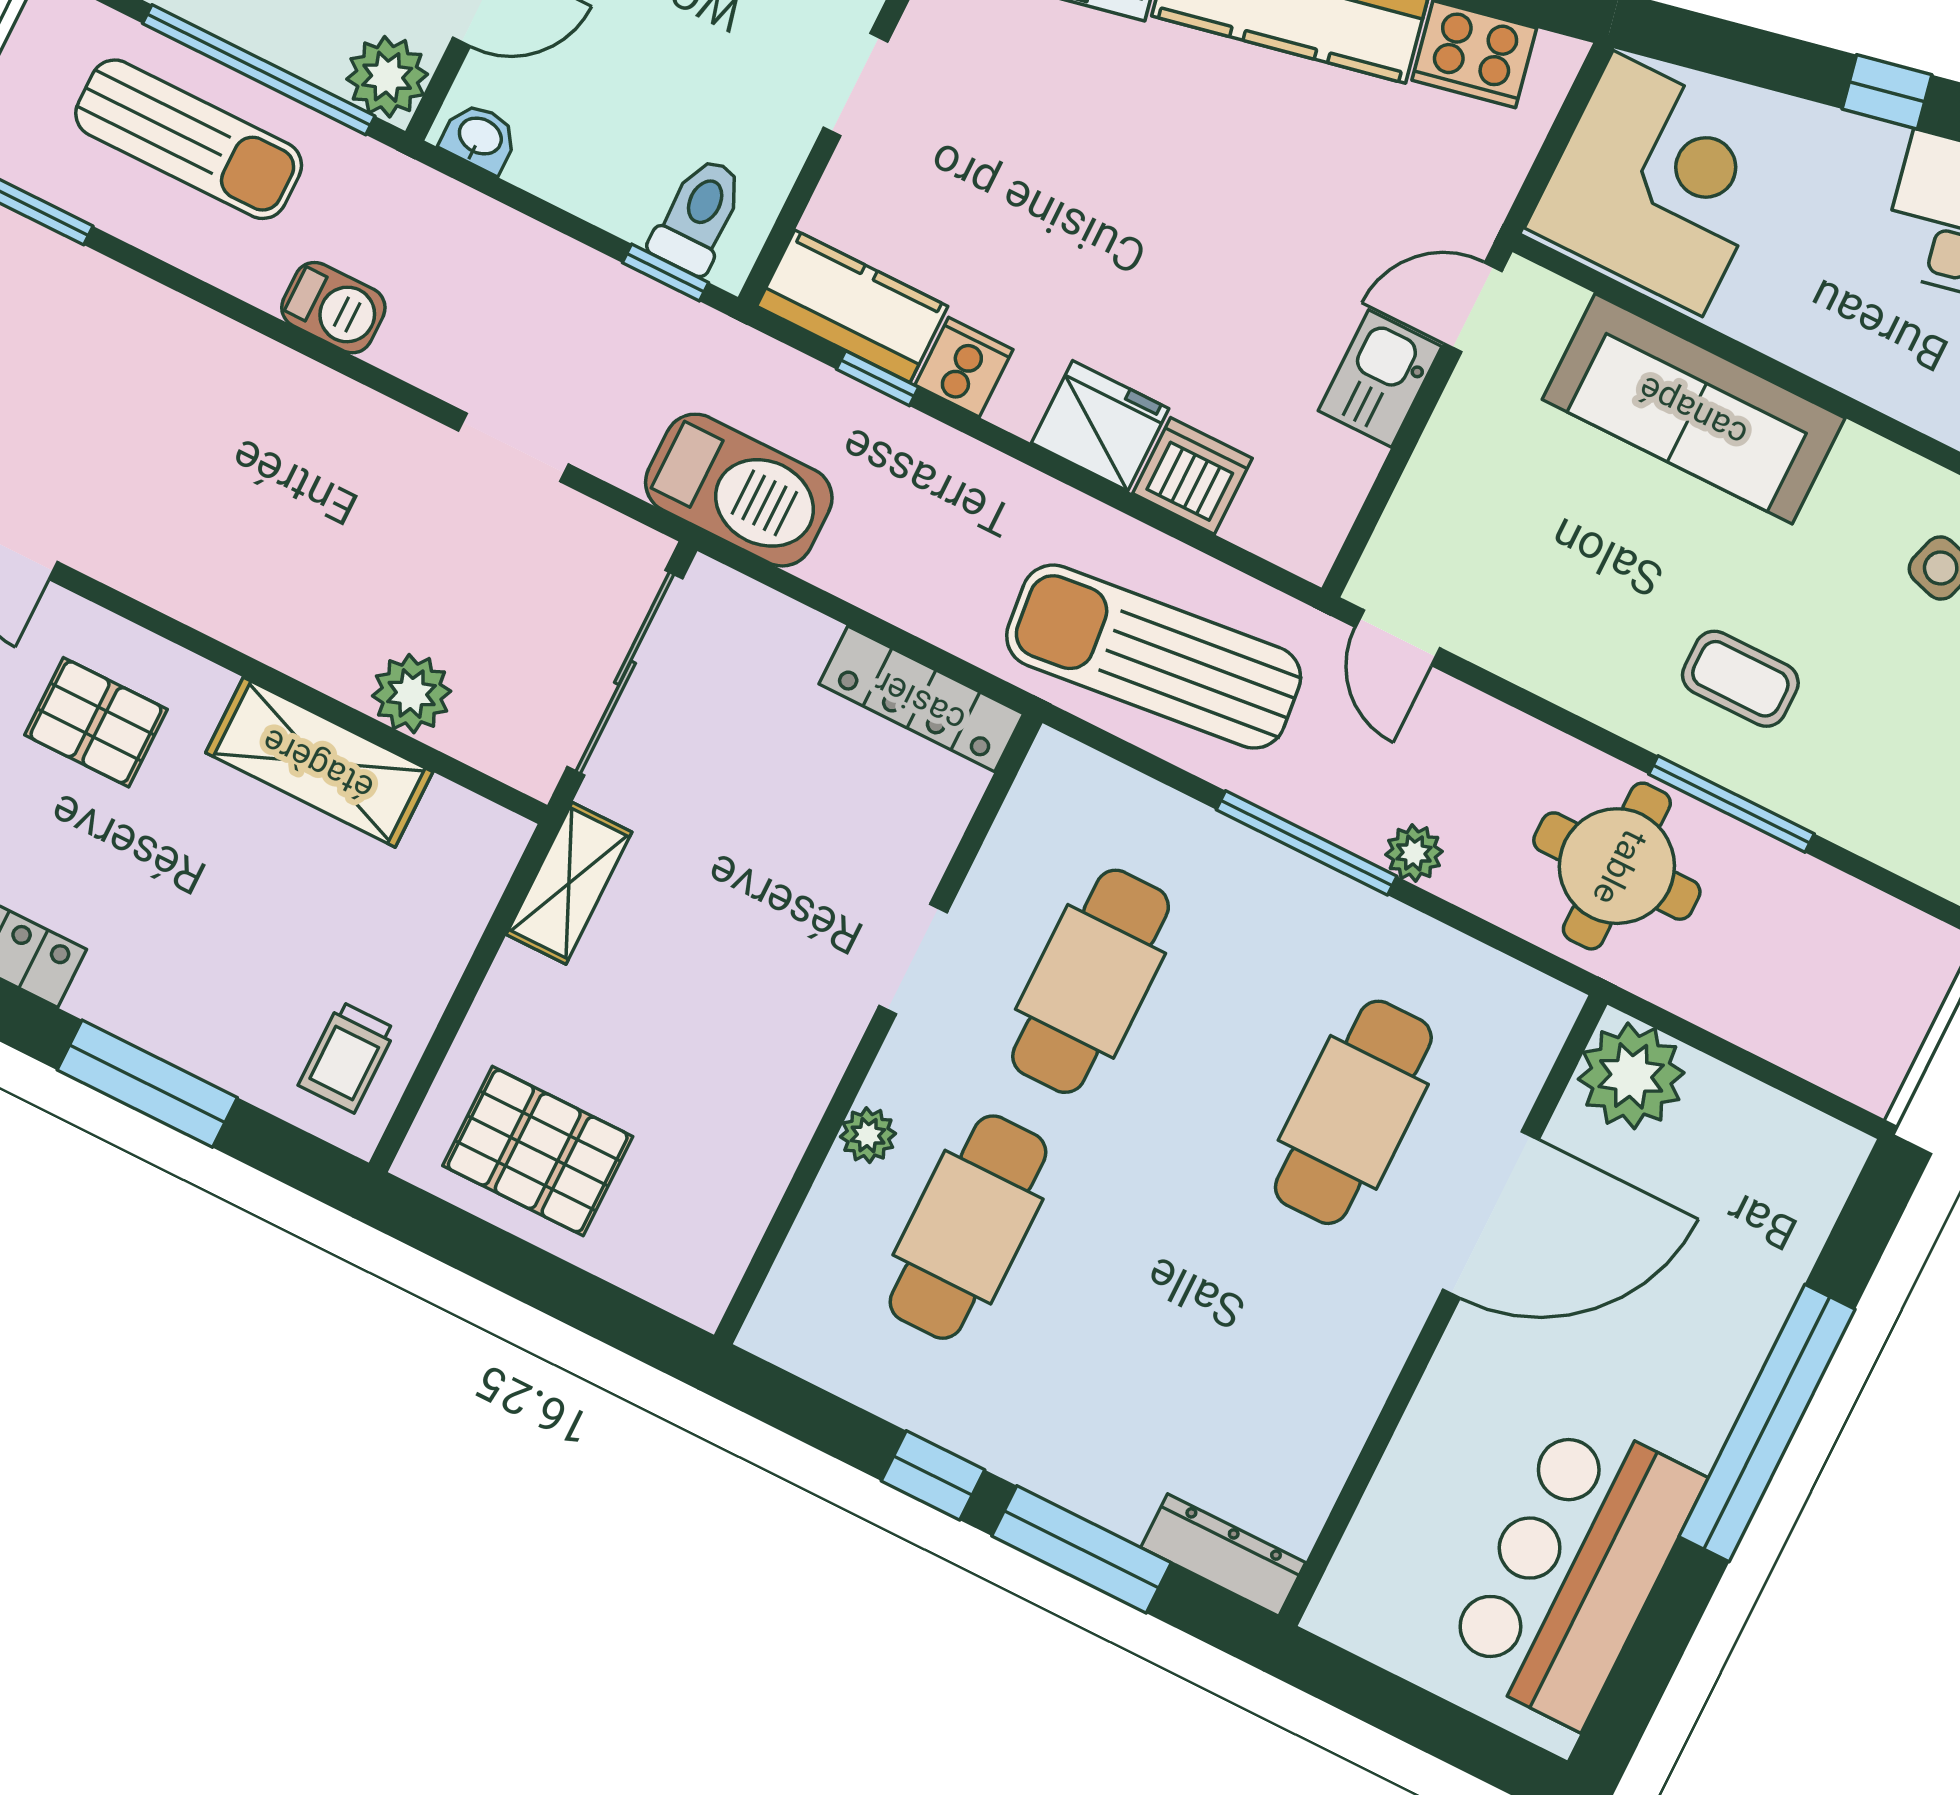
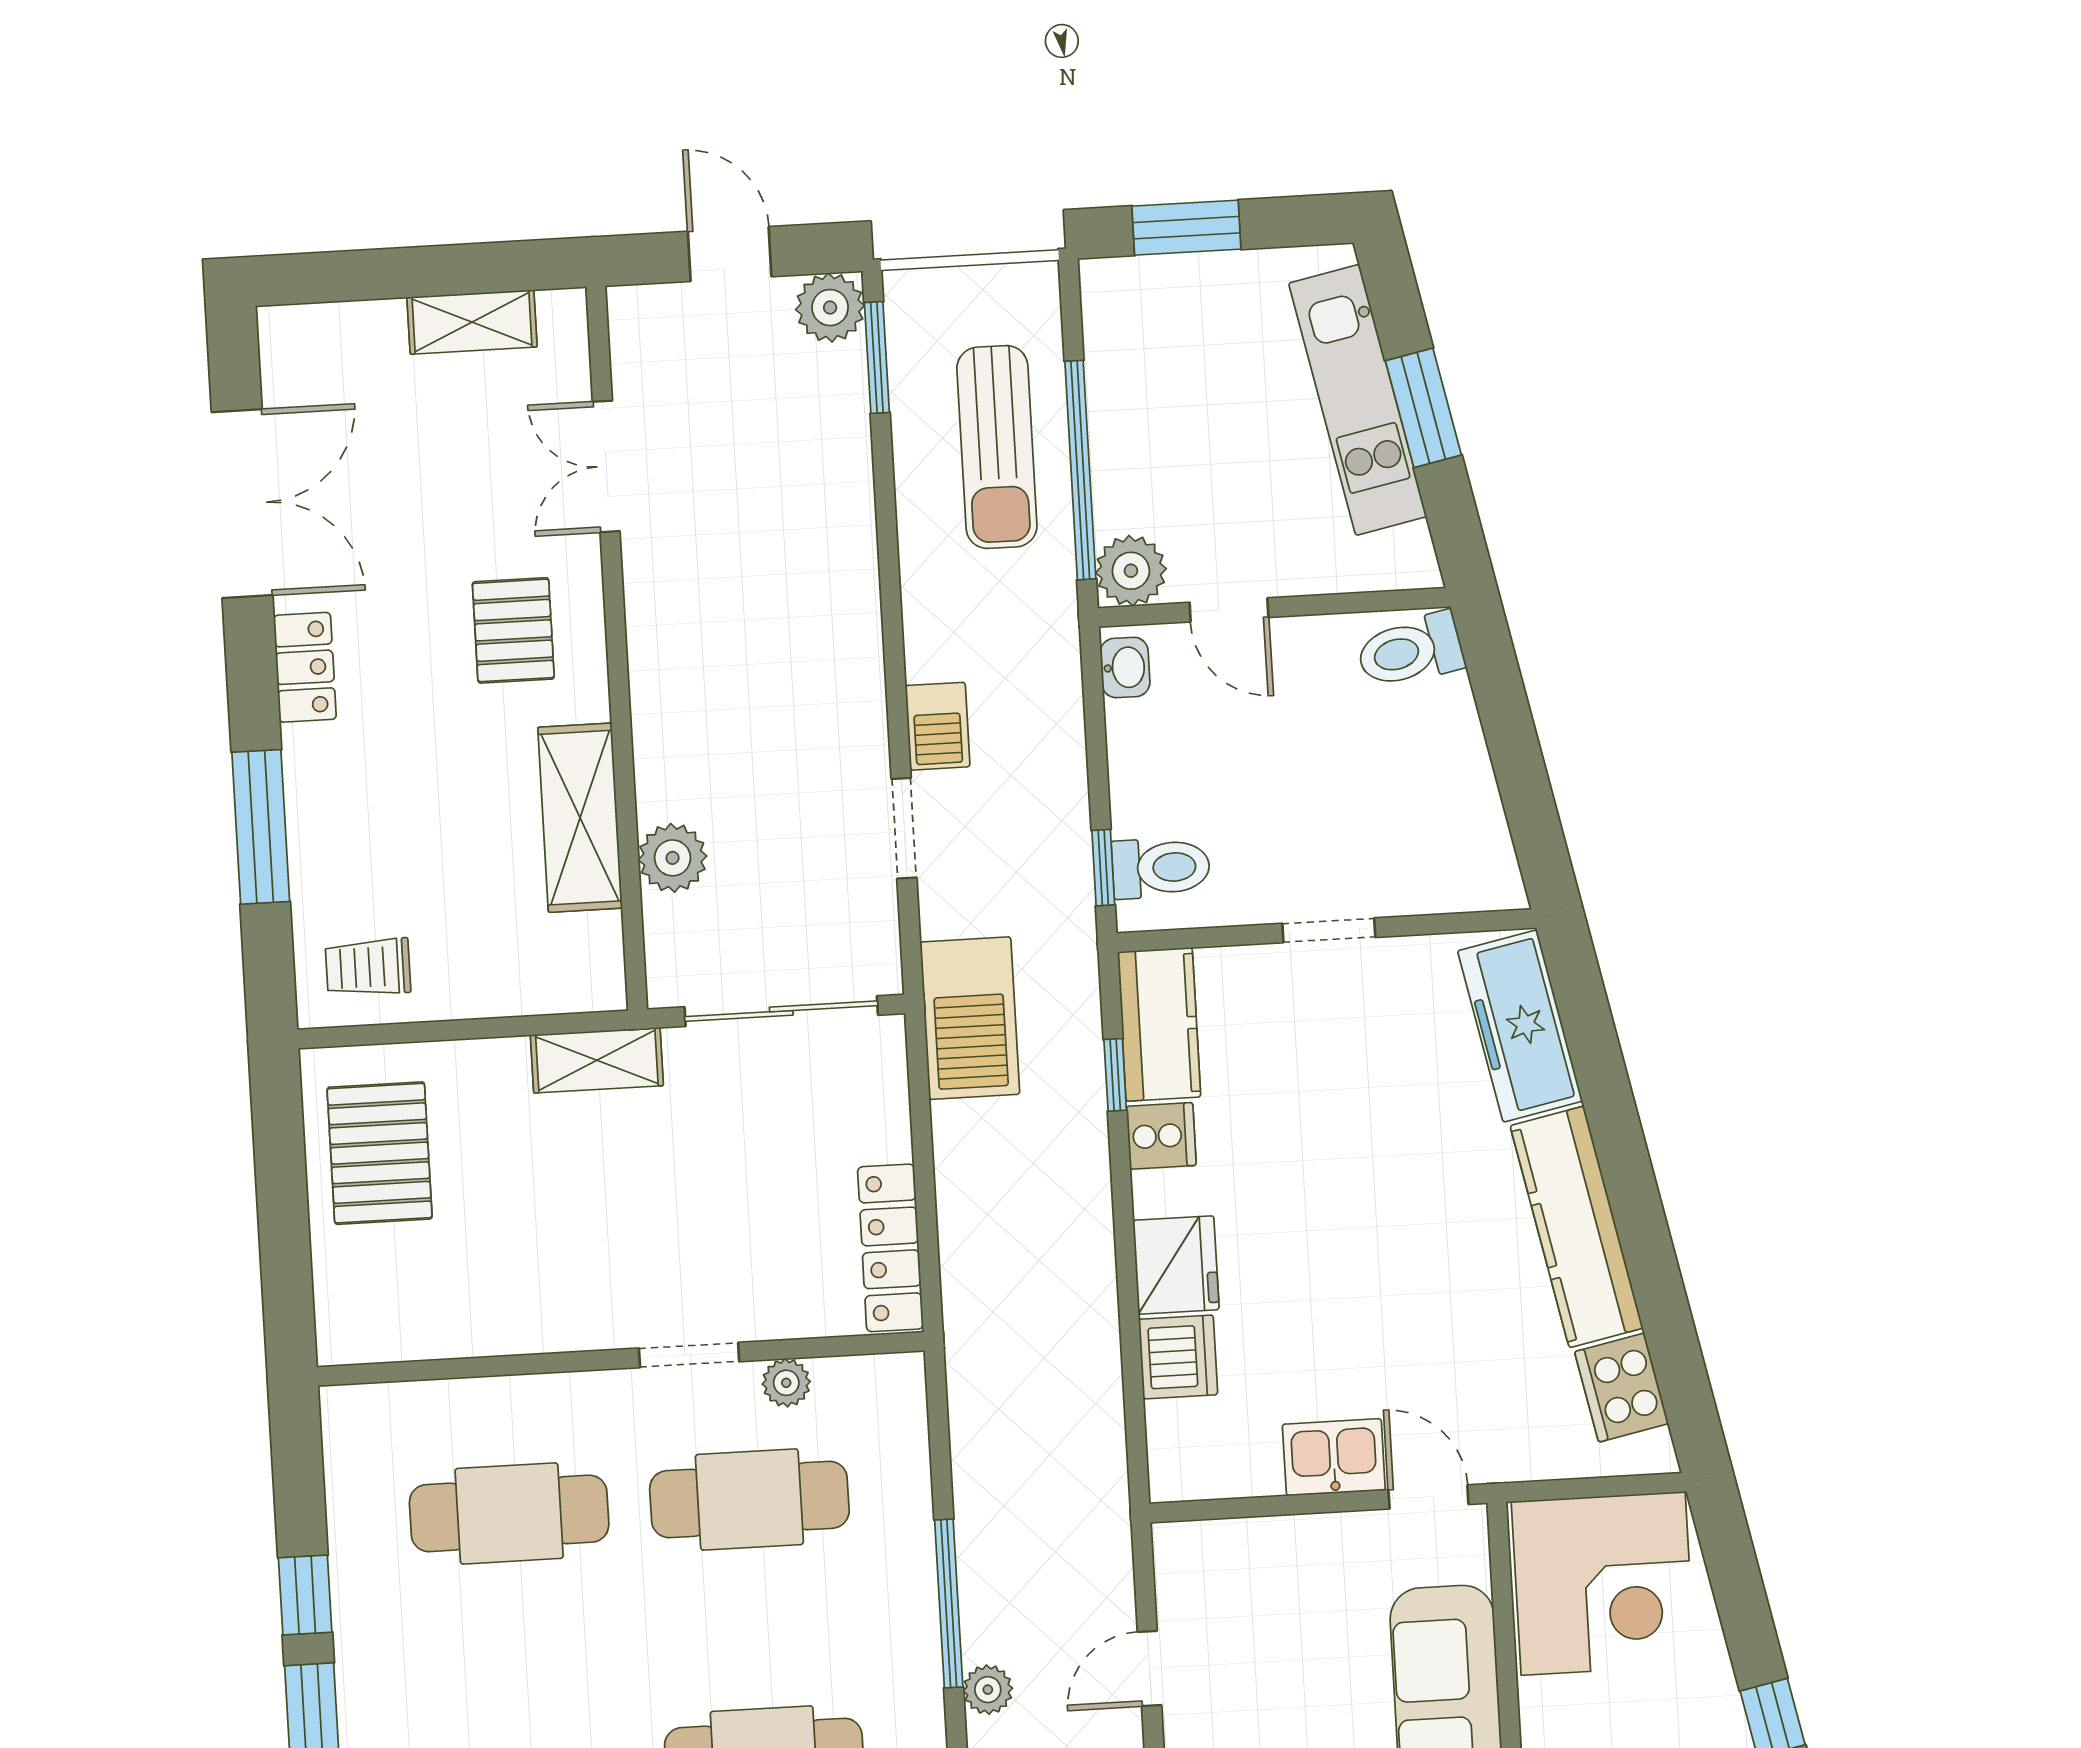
barbecue: (333, 308) -> (938, 726), moved
door: (1398, 638) -> (1149, 1669), moved
sun lounger: (1154, 657) -> (1024, 1406), removed
plant: (868, 1135) -> (786, 1383), moved

